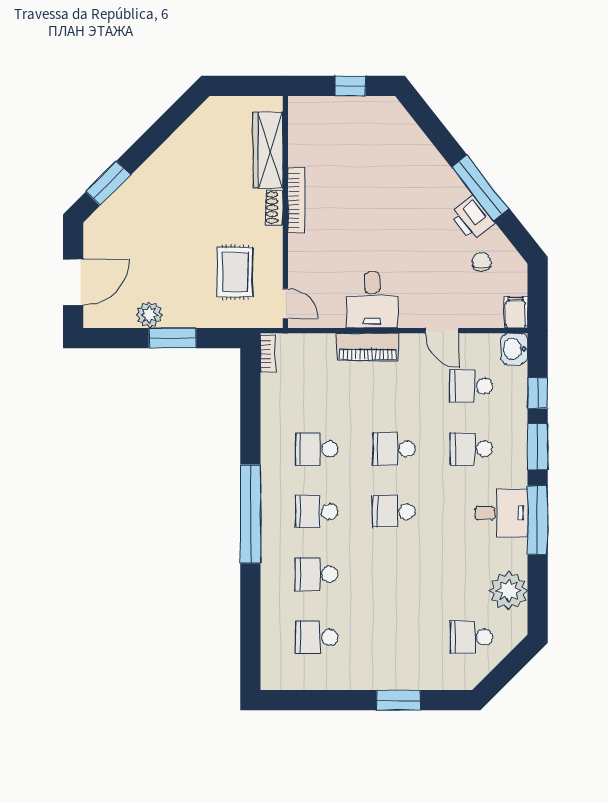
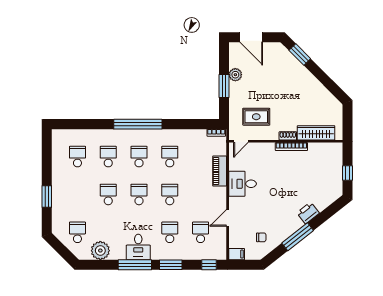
printer: (472, 218) -> (308, 213), moved
piano: (368, 347) -> (220, 171), moved
washbasin: (514, 349) -> (219, 253), removed
window: (538, 393) -> (209, 265), moved
school desk: (394, 574) -> (108, 194), added

